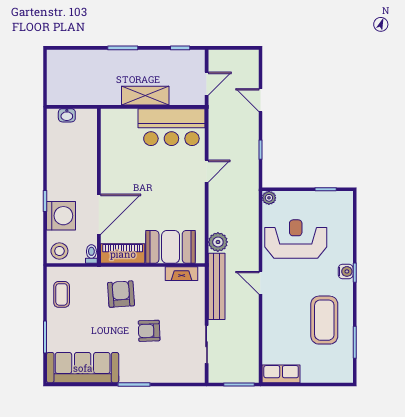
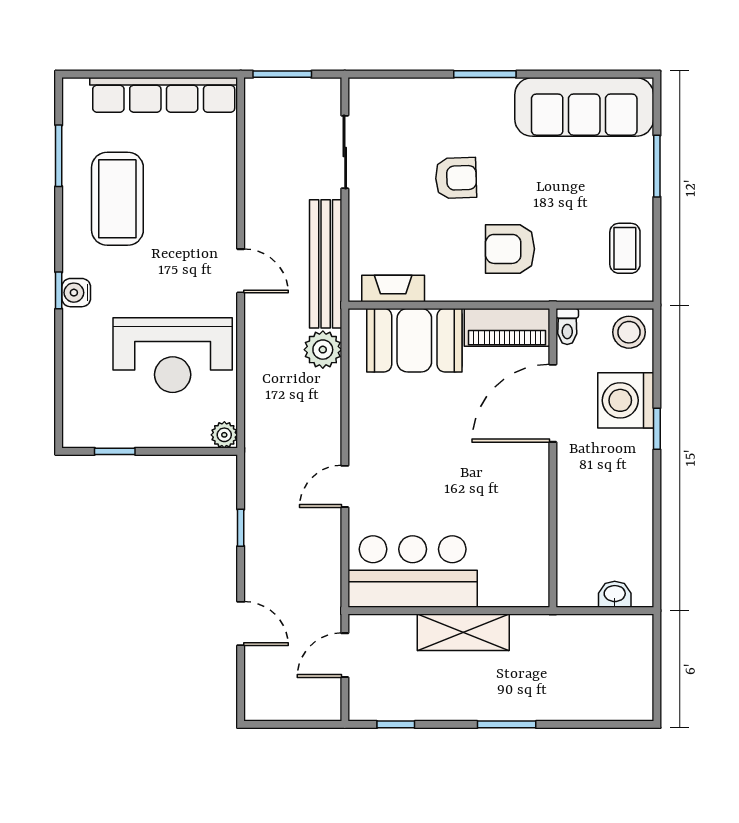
armchair: (121, 294) -> (510, 249), turned 94
row of seats: (281, 374) -> (164, 95), width x2.02

